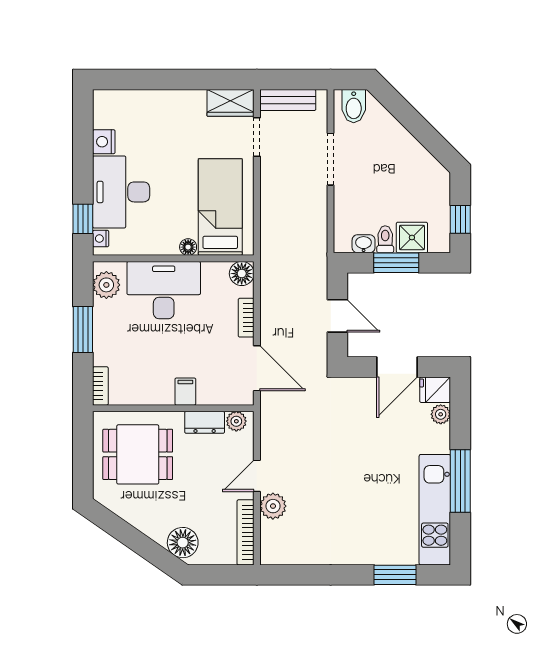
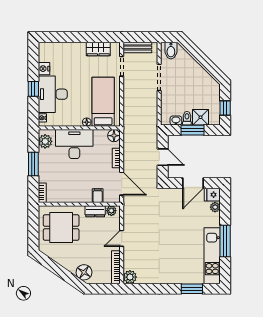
wardrobe: (230, 103) -> (98, 49), moved
window: (83, 219) -> (33, 89), moved
filing cabinet: (185, 392) -> (98, 196), moved
plant: (273, 506) -> (130, 277), moved

